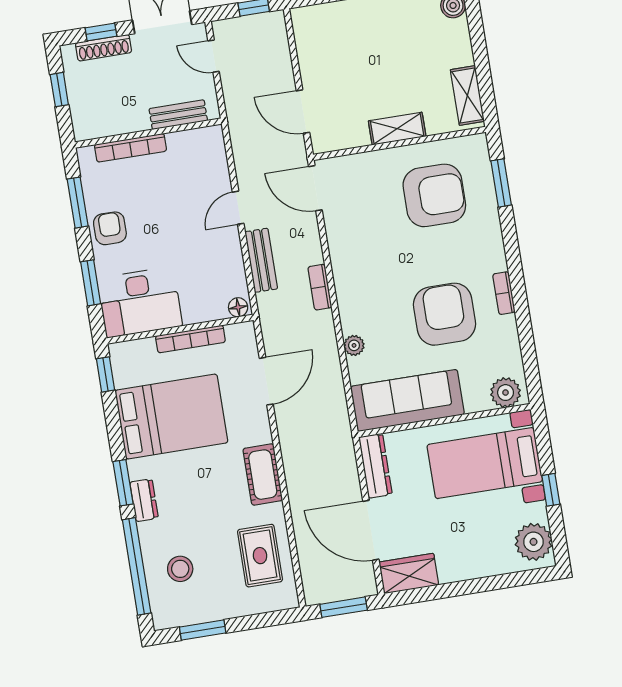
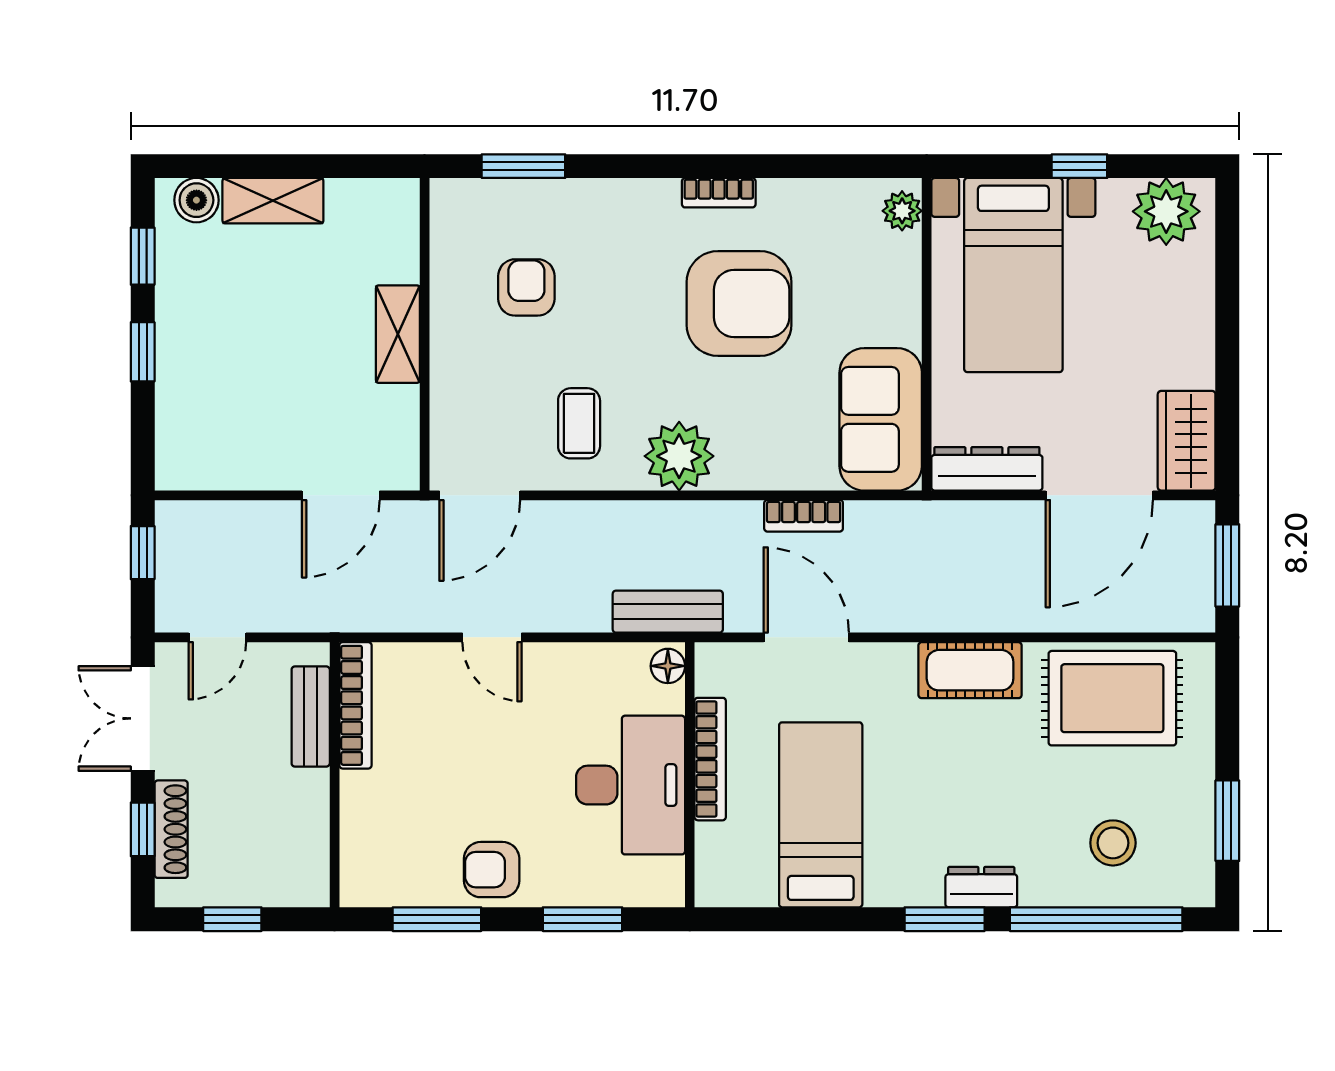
shelving: (467, 96) -> (273, 201), moved
bookcase: (131, 148) -> (355, 705), moved
armchair: (434, 195) -> (526, 287), width x0.53, depth x0.53
coffee table: (364, 237) -> (579, 423), added
bench: (261, 260) -> (668, 612), moved
bookcase: (320, 287) -> (804, 516), moved
desk: (140, 302) -> (631, 785), moved
armchair: (445, 314) -> (739, 303), turned 180
plant: (354, 345) -> (679, 456), moved, width x1.88, depth x1.88
window: (105, 374) -> (748, 919), removed
plant: (506, 393) -> (902, 211), width x0.73, depth x0.73
sofa: (407, 400) -> (881, 419), width x0.73
bed: (171, 417) -> (821, 815), width x0.67
rug: (260, 556) -> (1112, 698), width x1.36, depth x1.43

